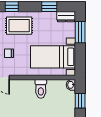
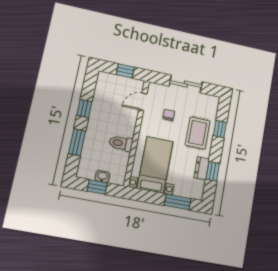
dresser: (66, 17) -> (202, 168), moved
washbasin: (71, 85) -> (102, 176), moved

